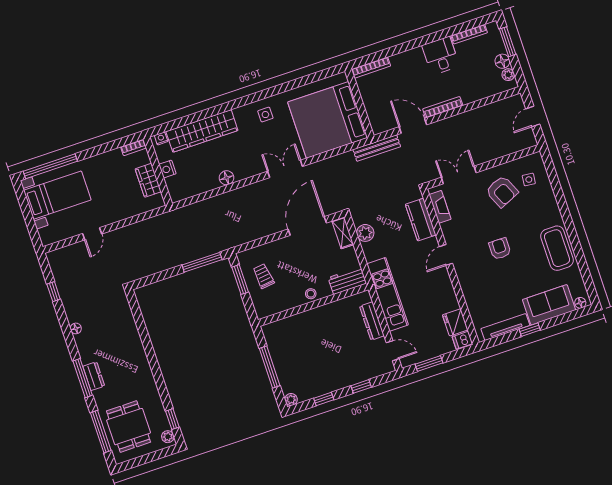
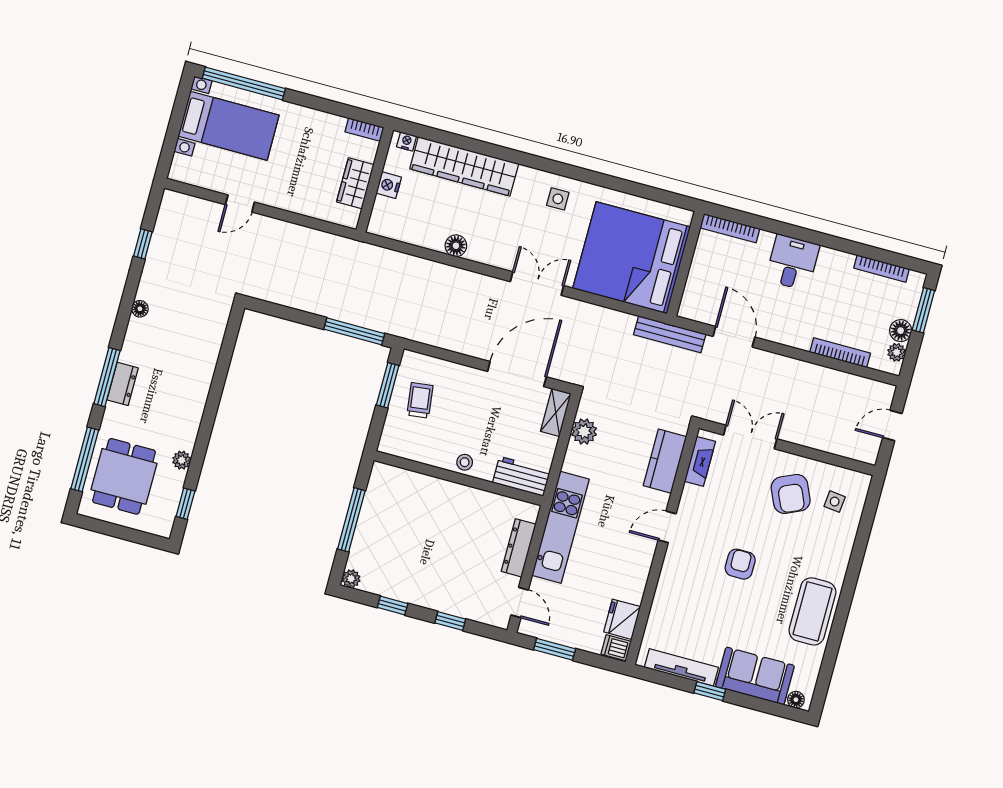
desk: (441, 56) -> (792, 262), moved
bookcase: (443, 107) -> (840, 353), moved
plant: (168, 437) -> (182, 460), moved

